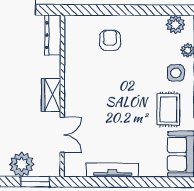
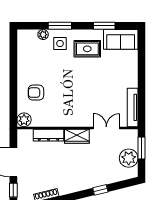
plant: (175, 25) -> (24, 120), moved
dresser: (53, 35) -> (48, 135), moved
tv unit: (112, 170) -> (133, 107), moved

